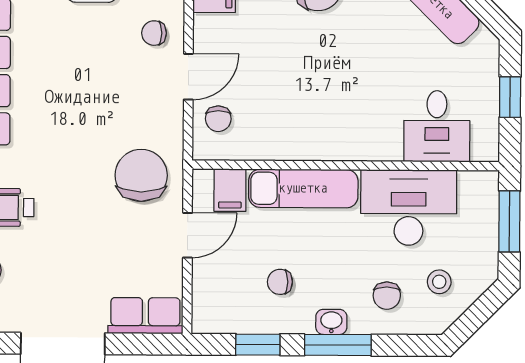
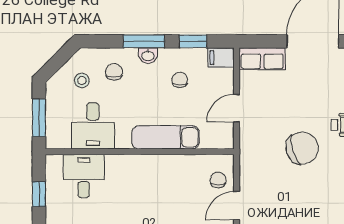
chair: (141, 175) -> (302, 148), moved, turned -107
filing cabinet: (230, 190) -> (221, 58), moved, turned -90
desk: (409, 208) -> (93, 126), width x0.73
chair: (280, 282) -> (180, 80), turned -90

